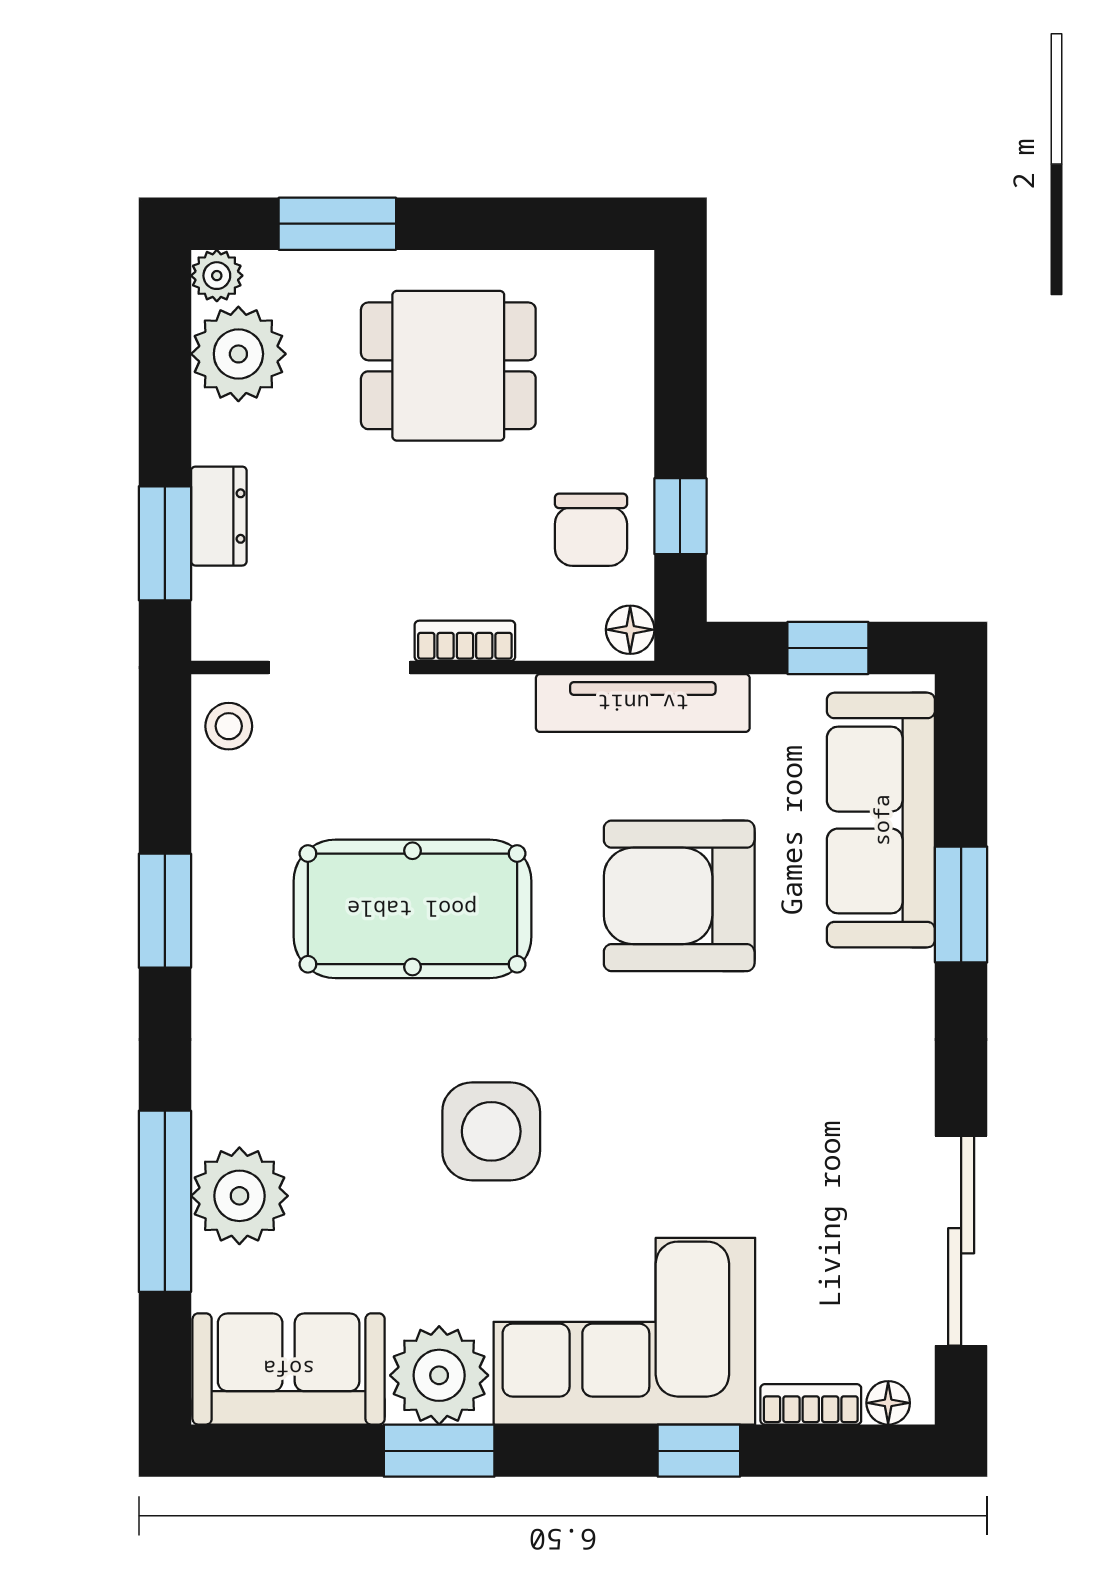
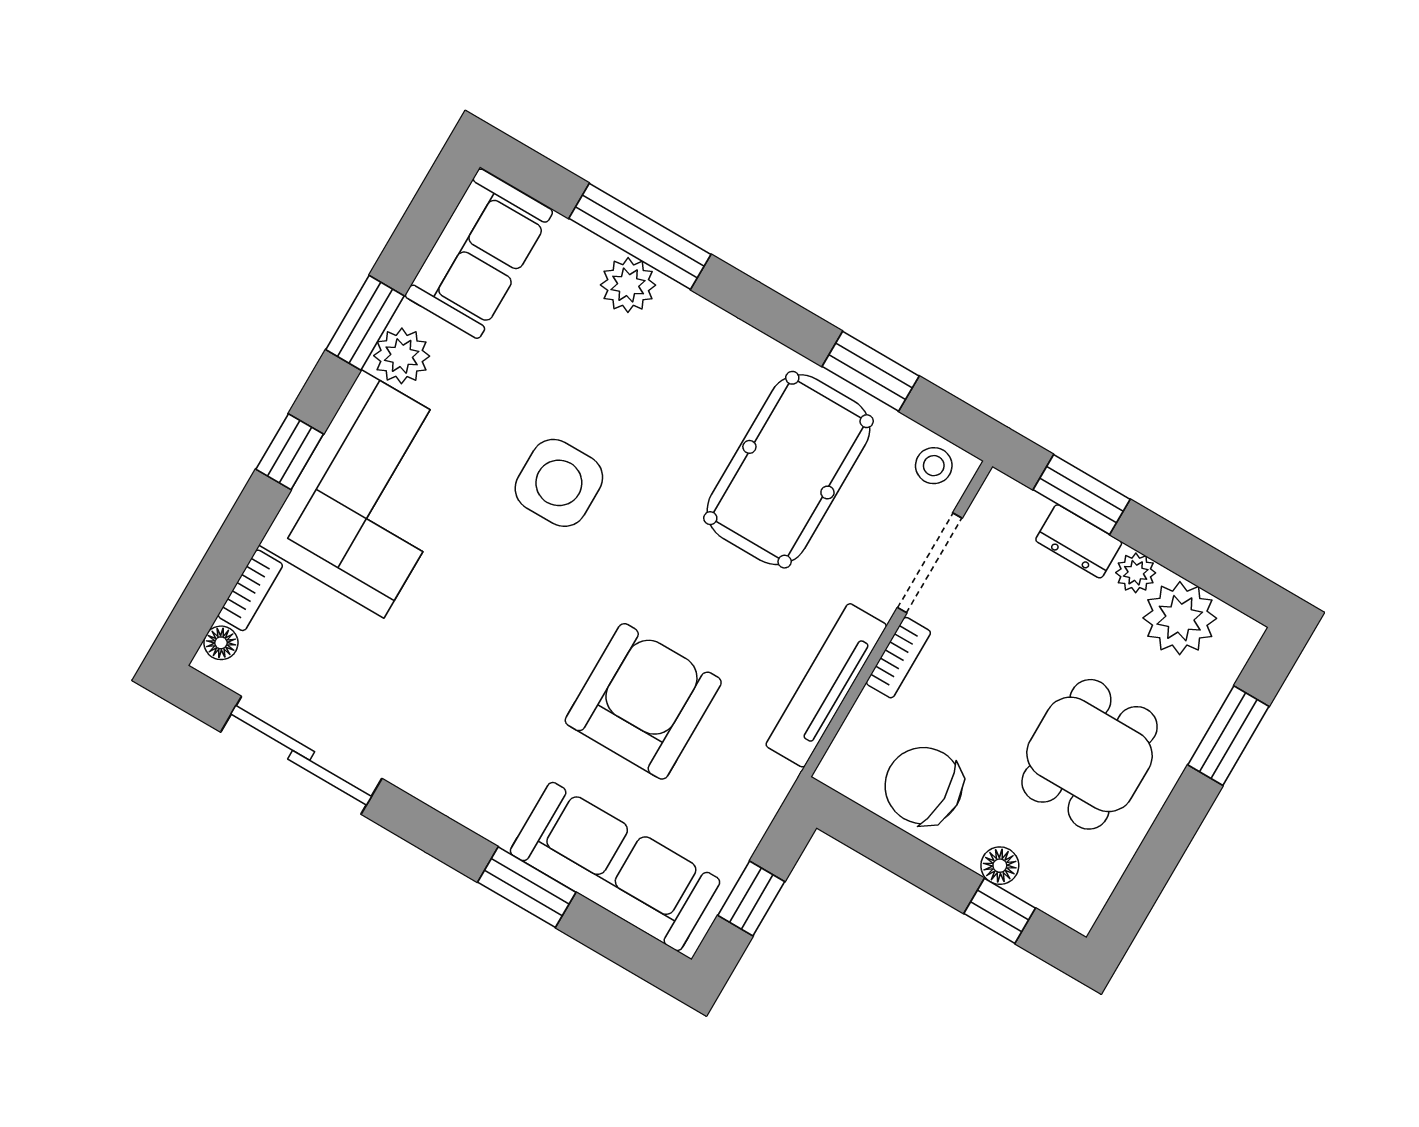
plant: (217, 276) -> (1136, 573), moved
window: (680, 516) -> (1000, 911), moved
chair: (591, 530) -> (924, 786), width x1.37, depth x1.37
floor lamp: (630, 630) -> (1000, 866), moved
tv unit: (643, 703) -> (826, 685), moved
pool table: (412, 909) -> (788, 470), moved
window: (165, 911) -> (871, 371), moved
plant: (239, 1196) -> (628, 285), width x0.73, depth x0.73
plant: (439, 1375) -> (402, 356), width x0.73, depth x0.73
window: (699, 1451) -> (290, 452), moved

